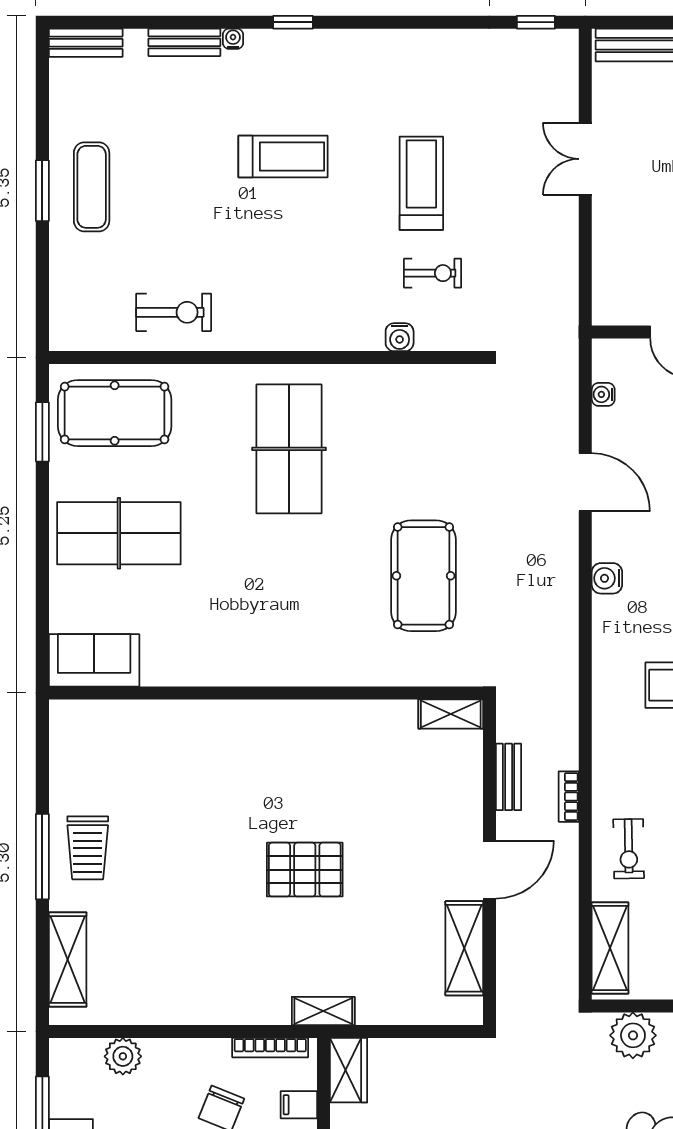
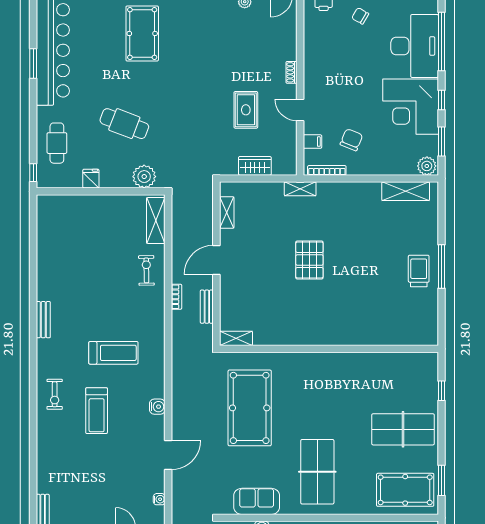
door: (585, 482) -> (168, 455), swing flipped
pool table: (423, 576) -> (250, 408), width x1.36, depth x1.32
window: (42, 610) -> (442, 391), added
sofa: (94, 660) -> (257, 501), moved, turned 180
pallet: (305, 870) -> (309, 260), turned 90
shelving: (464, 948) -> (227, 212), width x0.67, depth x0.75
shelving: (68, 960) -> (406, 191), moved, turned 90
plant: (123, 1056) -> (427, 166), moved
wardrobe: (349, 1070) -> (255, 166), moved, turned 90

